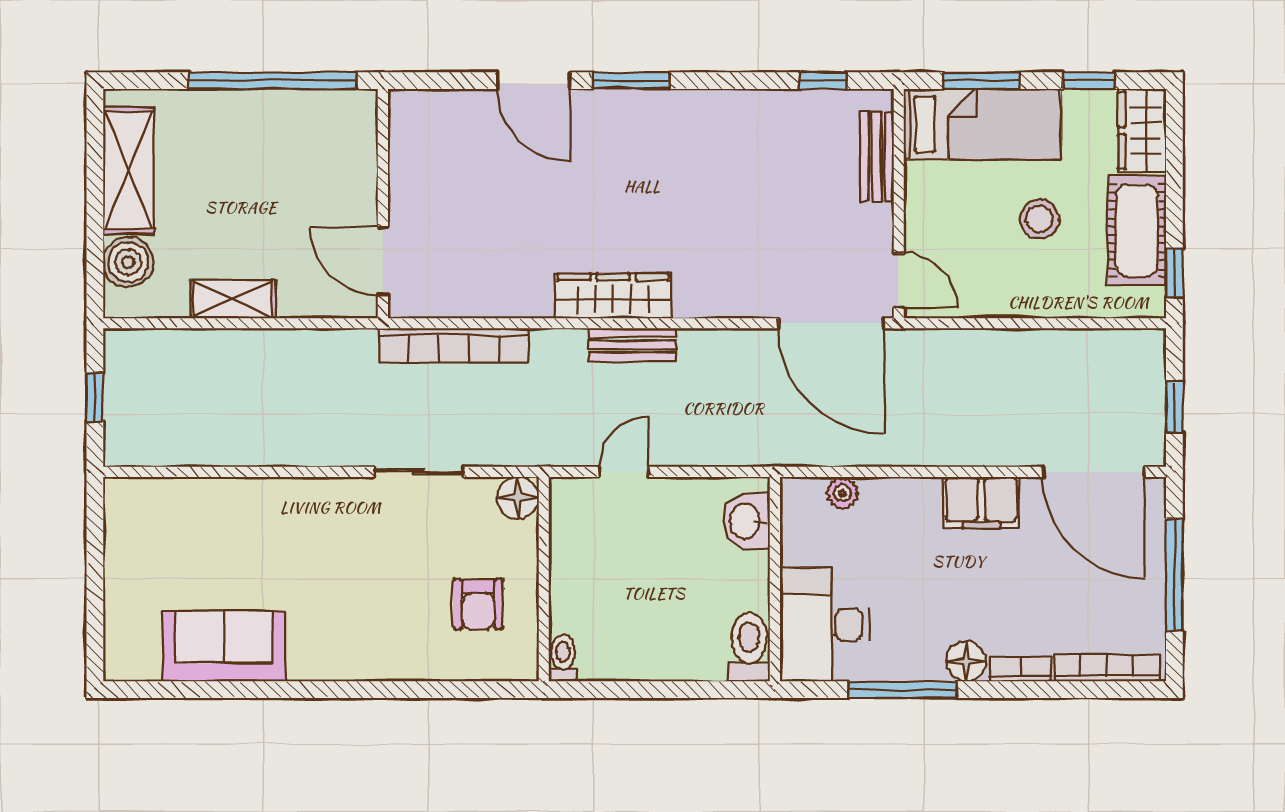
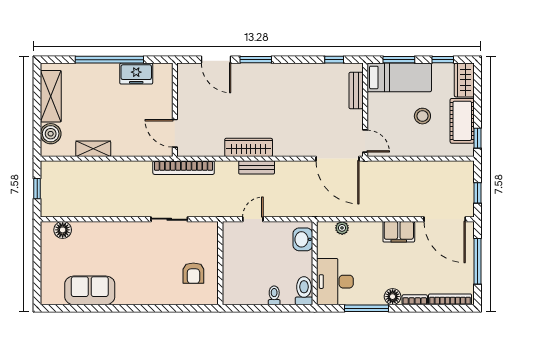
freezer: (338, 115) -> (136, 74), added
wall: (383, 204) -> (175, 110), moved
door: (383, 261) -> (175, 133), moved
floor lamp: (518, 498) -> (63, 230), moved
toilet: (563, 658) -> (274, 295), moved

